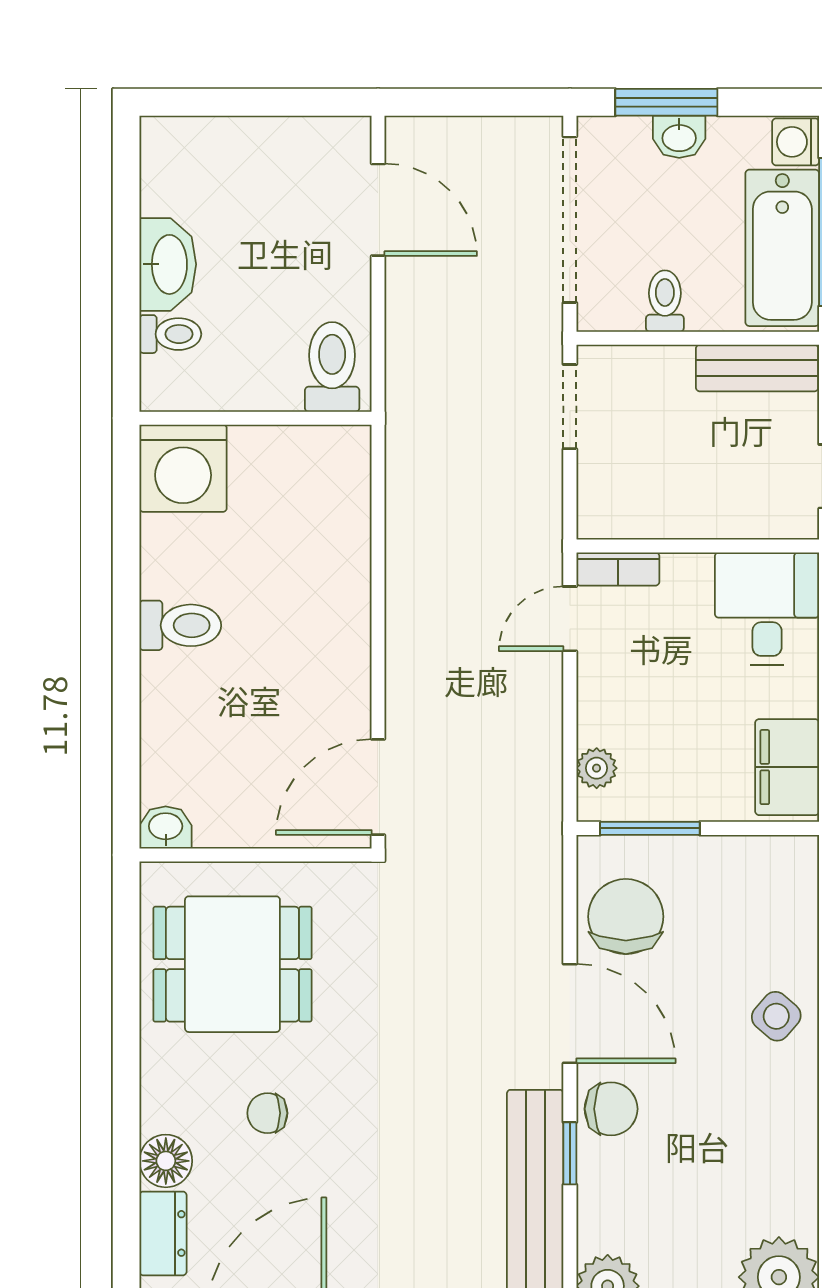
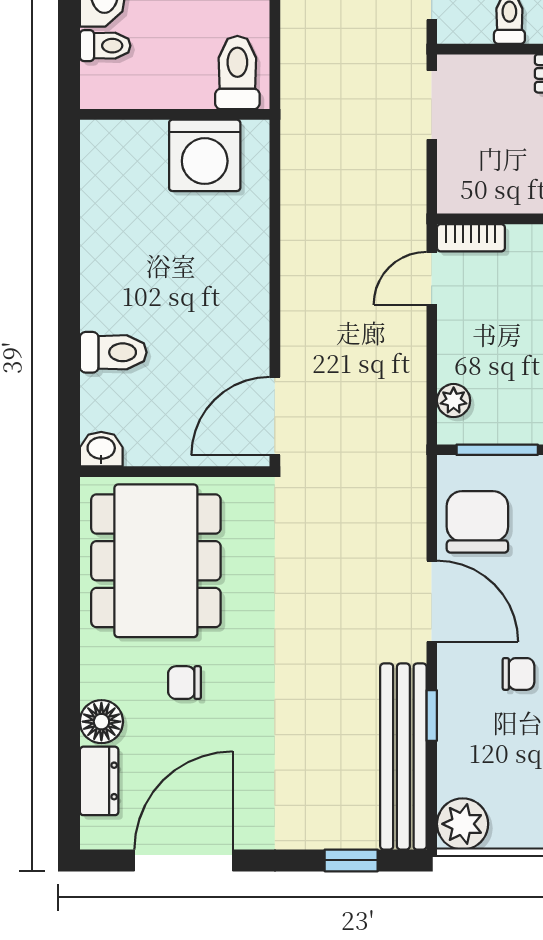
washing machine: (183, 468) -> (205, 155), moved
toilet: (180, 625) -> (113, 352), moved
dining table: (232, 964) -> (156, 561), width x1.38
chair: (611, 1109) -> (519, 674), moved, width x0.73, depth x0.73

